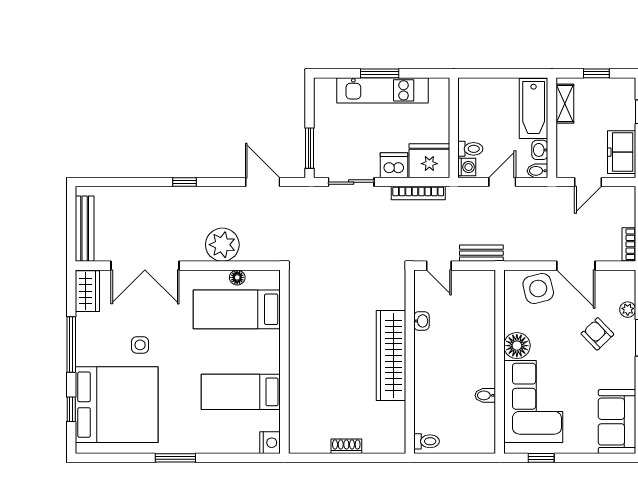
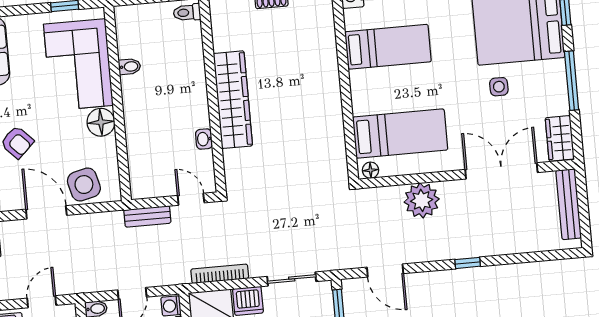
floor lamp: (237, 277) -> (371, 170), moved

